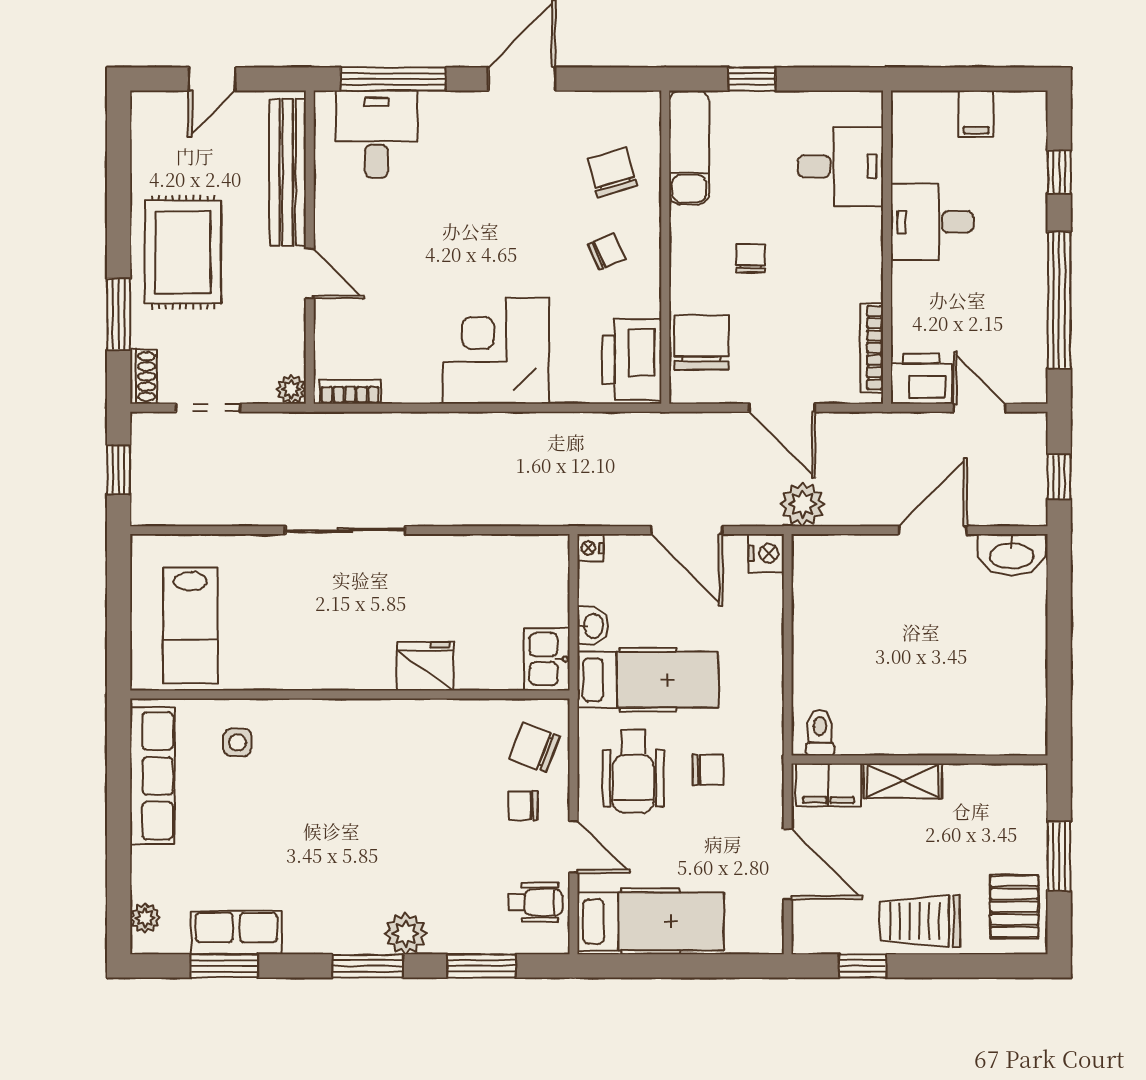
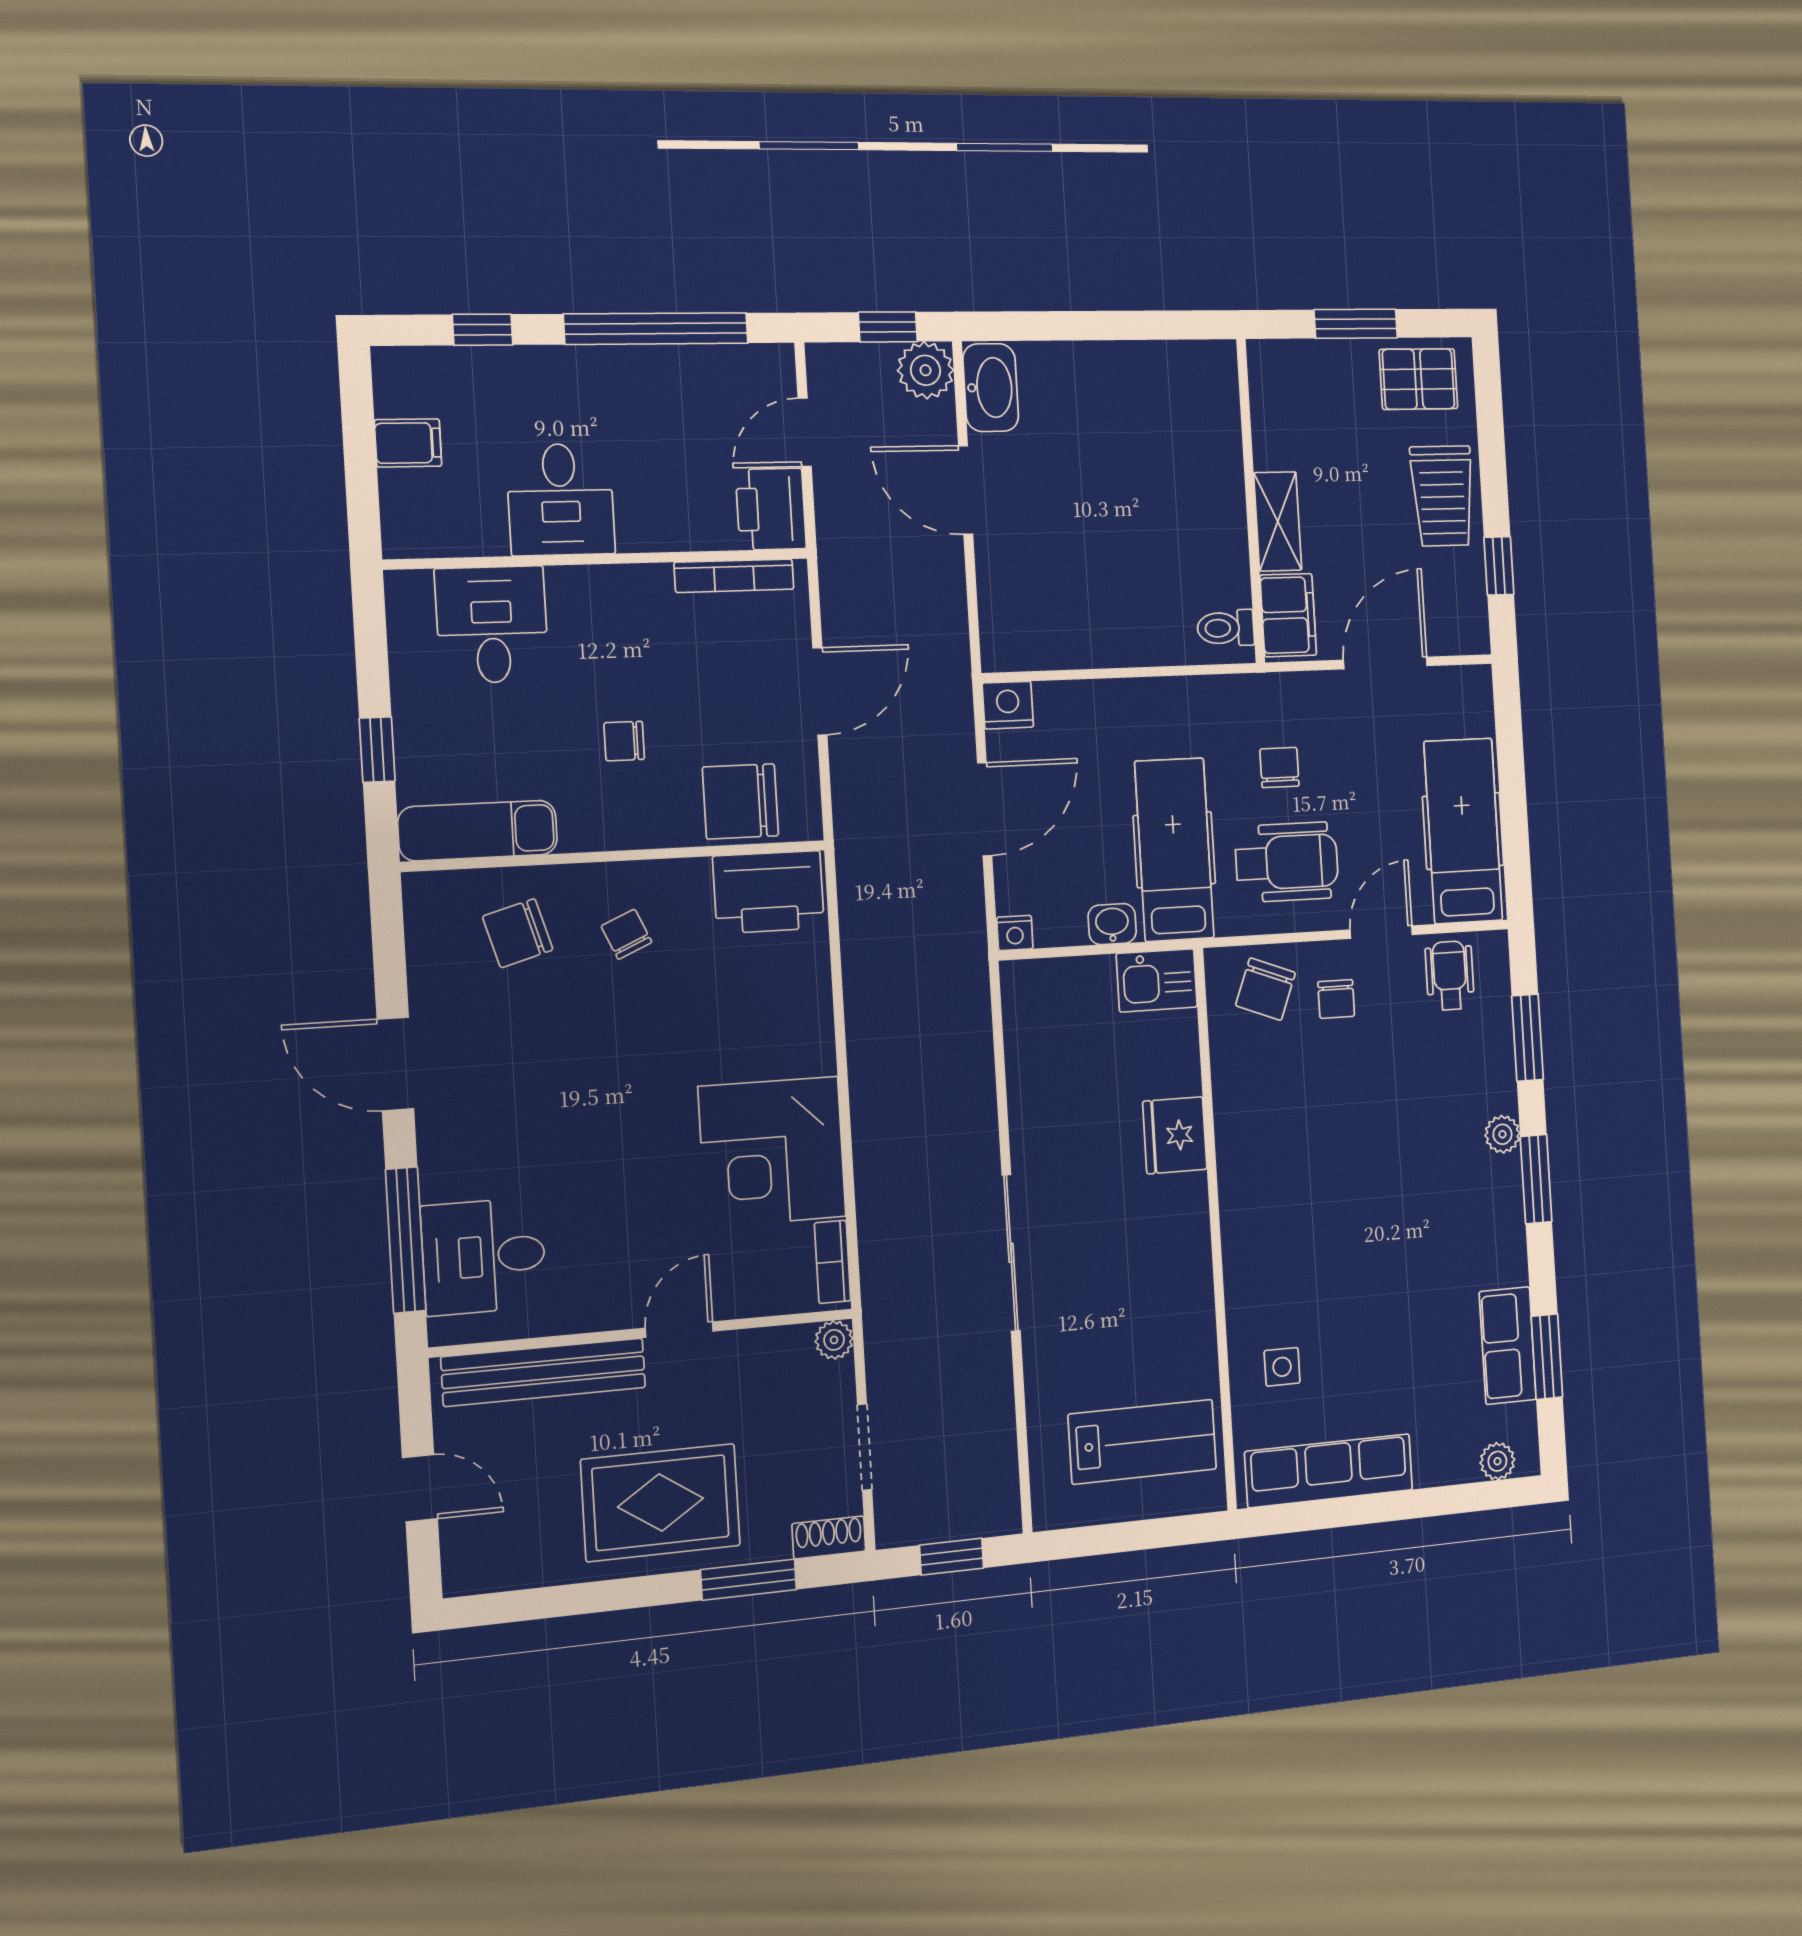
corner desk: (496, 351) -> (772, 1152), moved
plant: (802, 504) -> (926, 370), moved
plant: (406, 934) -> (1502, 1134), width x0.73, depth x0.73

